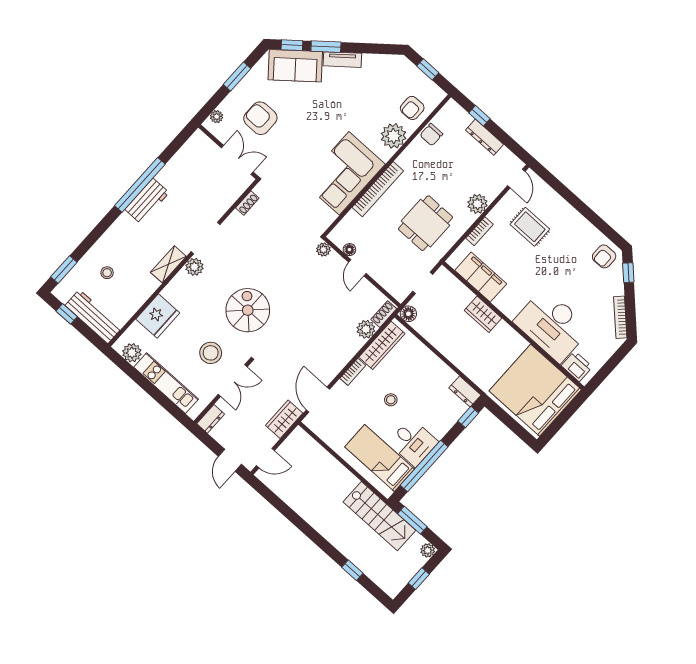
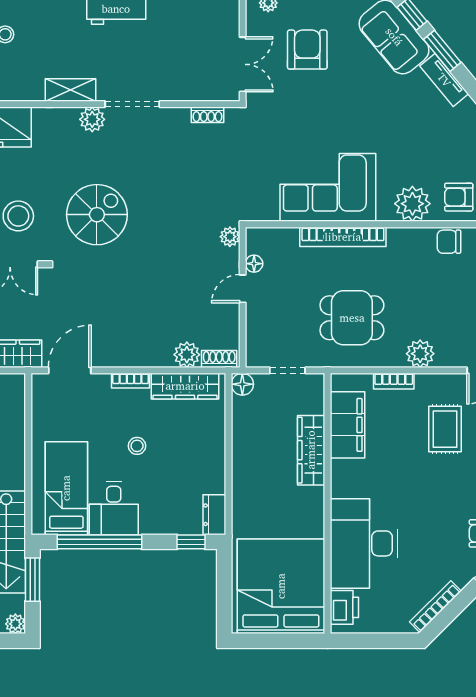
wardrobe: (483, 314) -> (311, 450), width x1.50

